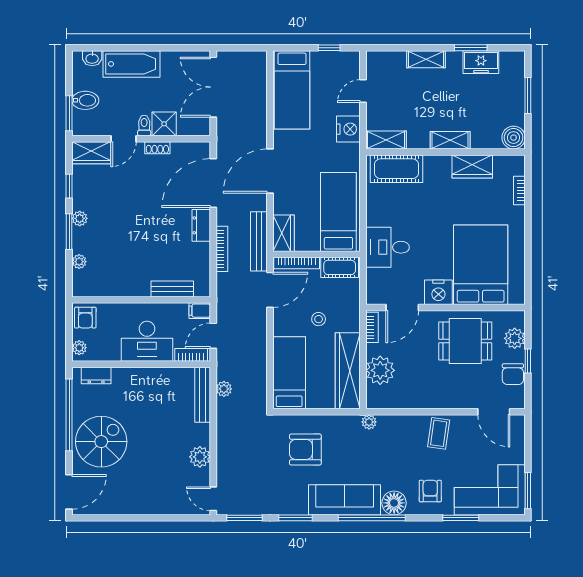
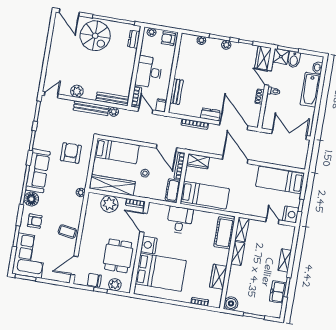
shower: (164, 124) -> (281, 57), moved
nightstand: (348, 129) -> (291, 214), moved, turned -90
shelving: (450, 140) -> (238, 253), moved
bench: (259, 241) -> (91, 108), moved

